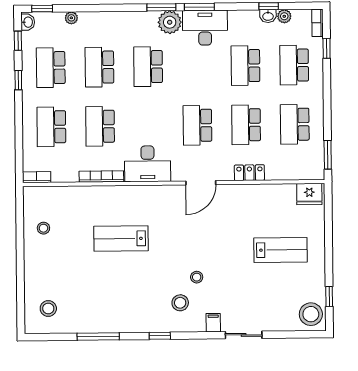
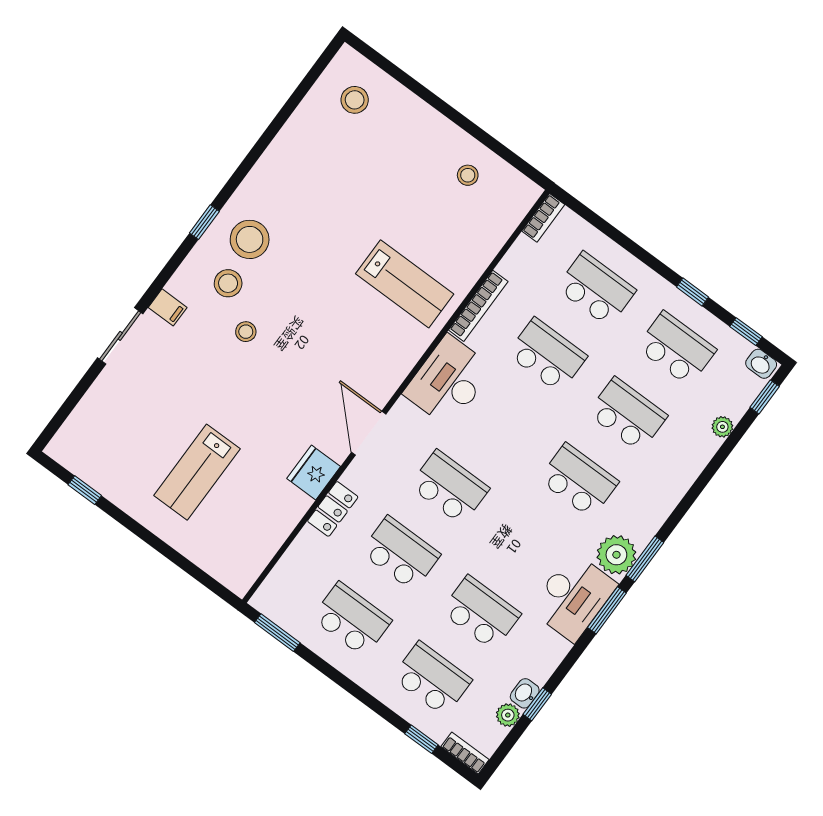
fridge: (309, 194) -> (314, 472), moved
lab bench: (121, 239) -> (405, 284), moved, turned 90
stool: (311, 314) -> (250, 239), moved
window: (98, 336) -> (266, 139), removed

